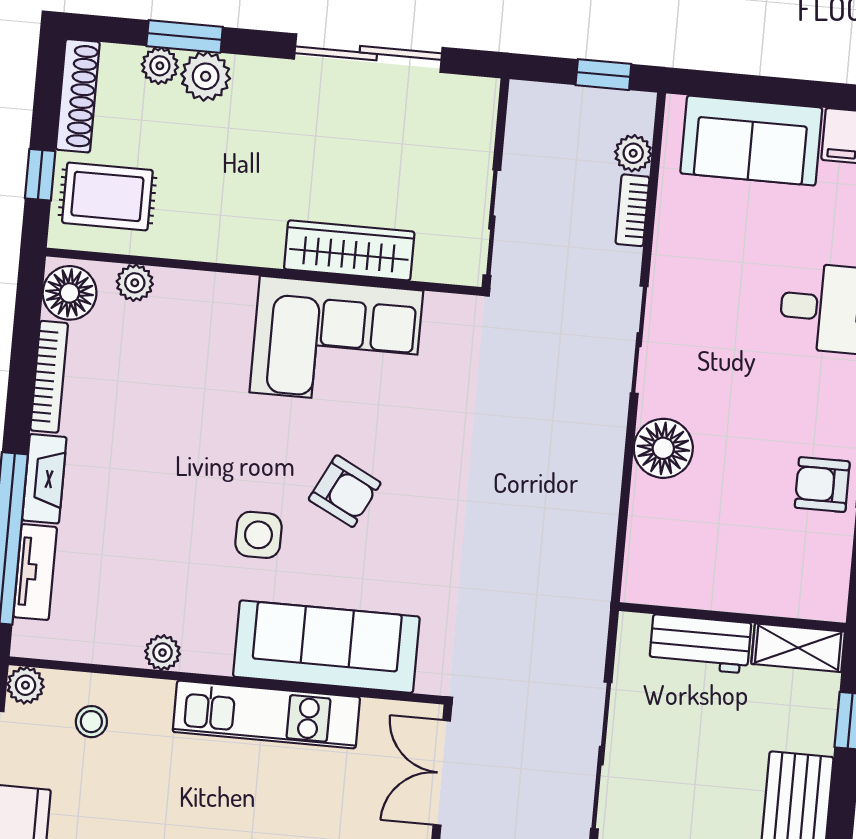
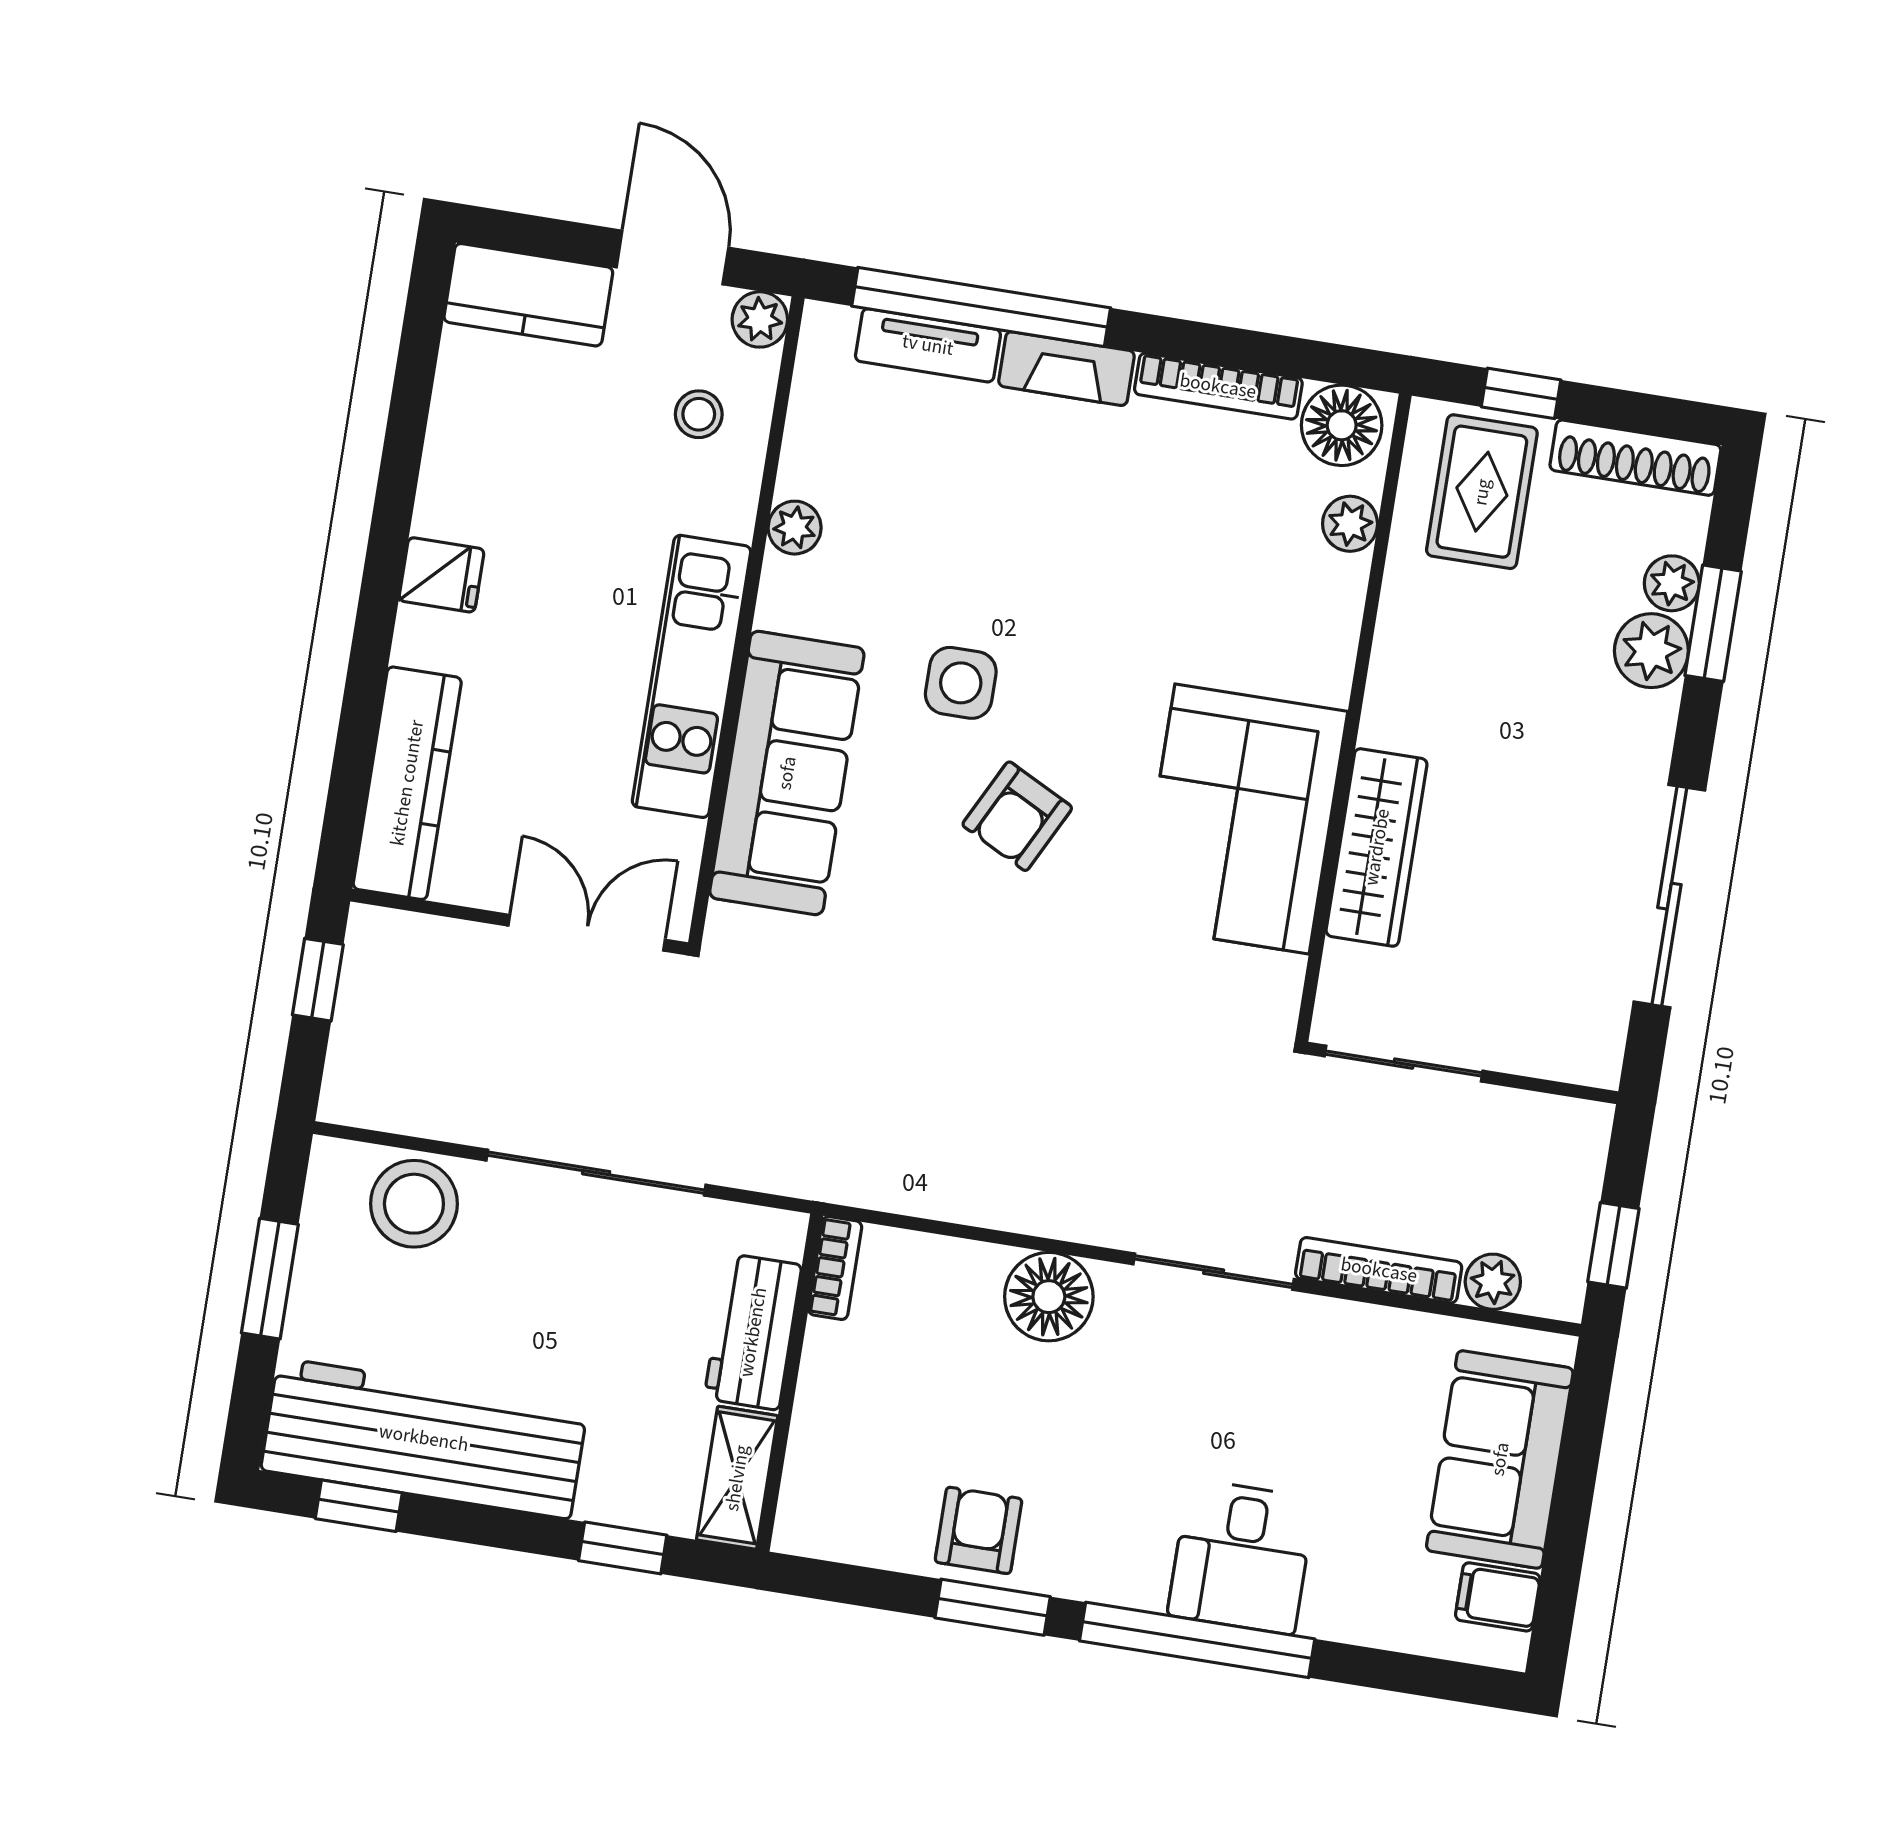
bookcase: (632, 210) -> (1379, 1270), width x1.56
bookcase: (654, 592) -> (835, 1268), added

